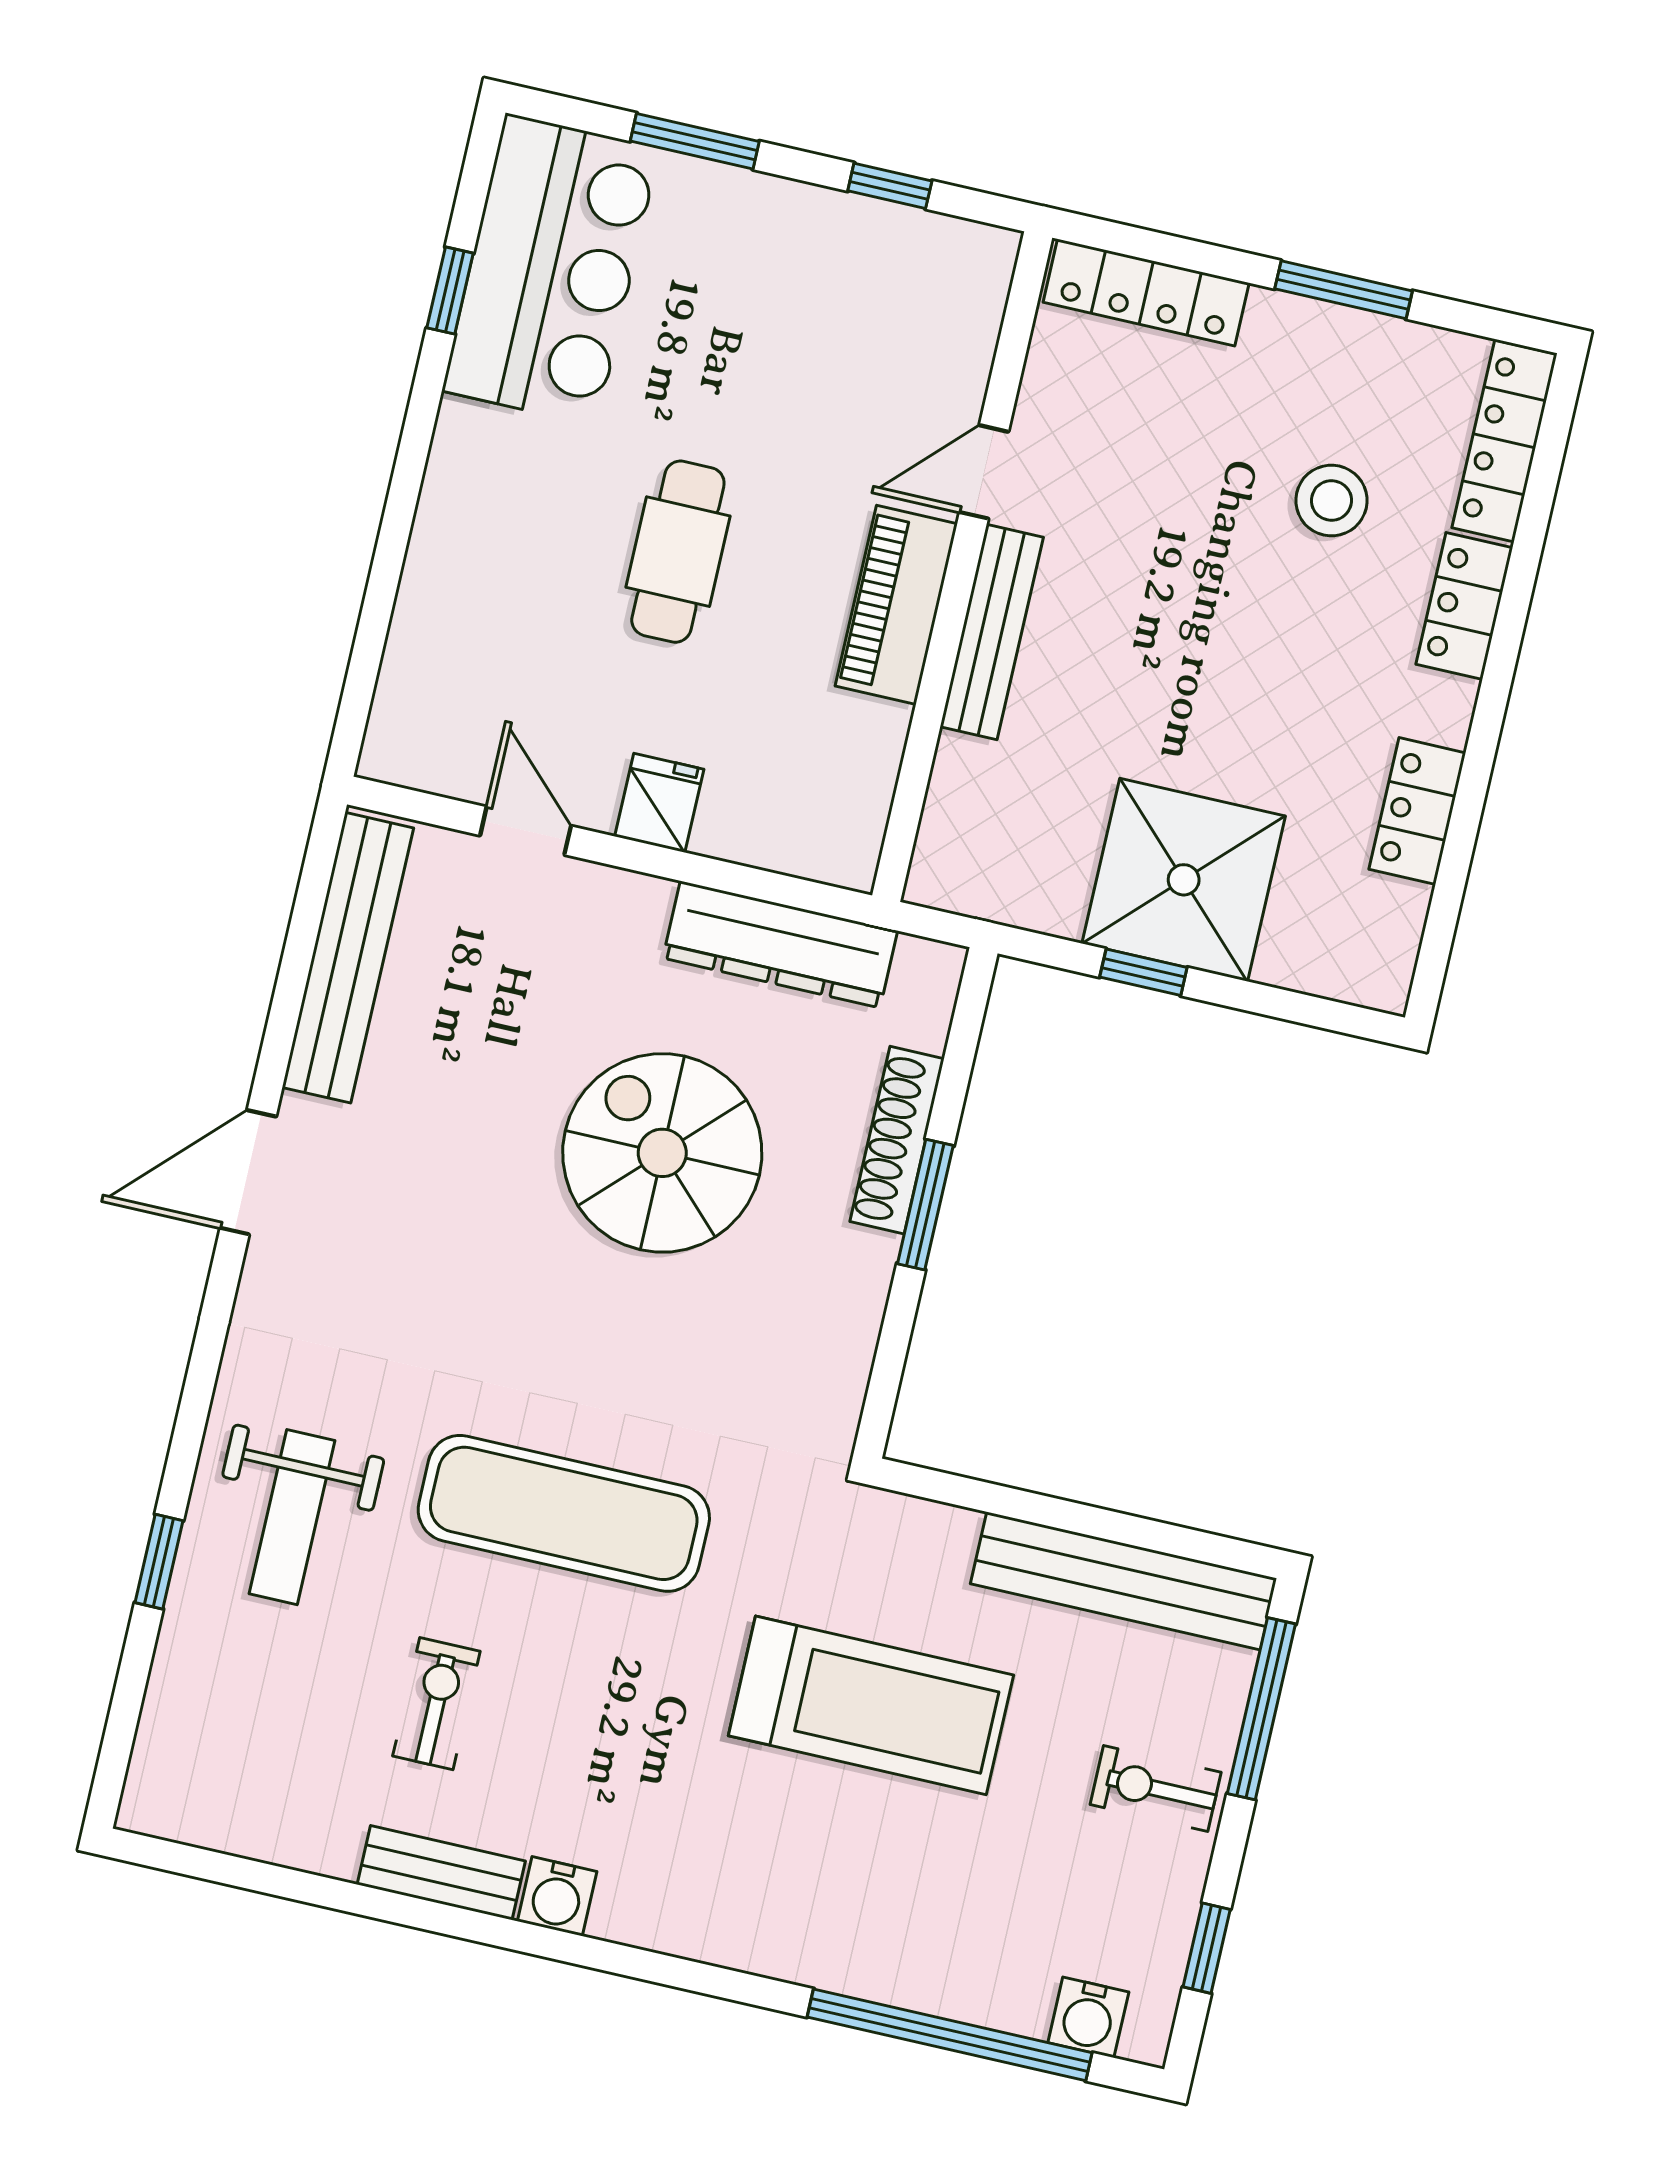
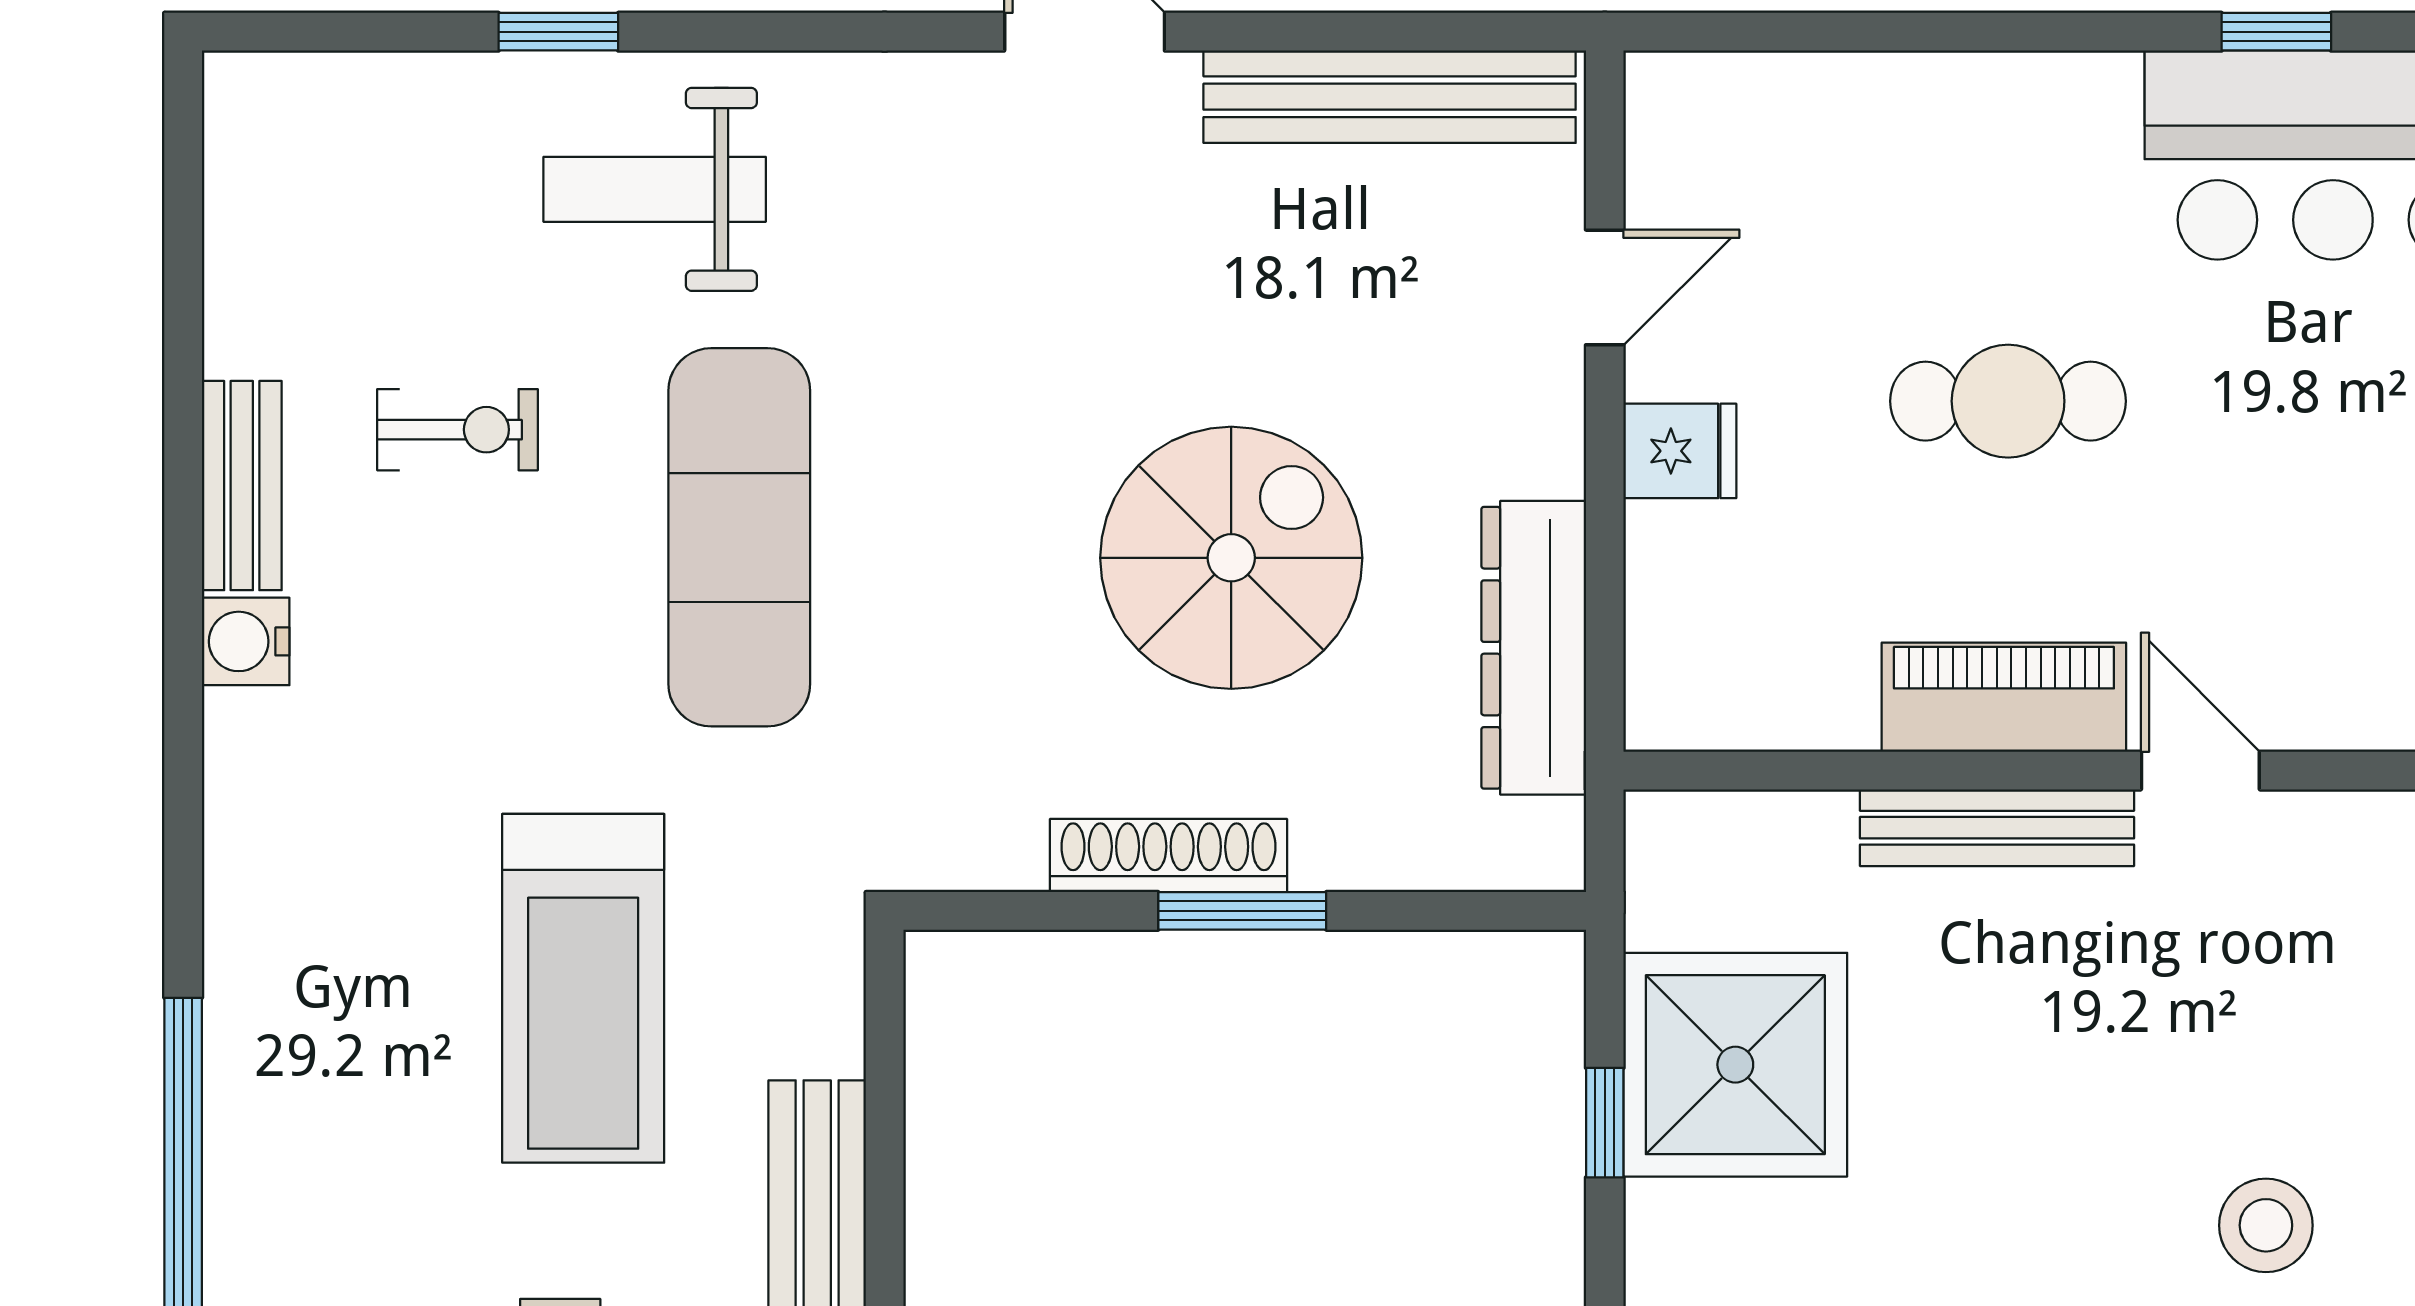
shower: (1184, 880) -> (1735, 1065), moved
shoe rack: (897, 1140) -> (1168, 856), moved

